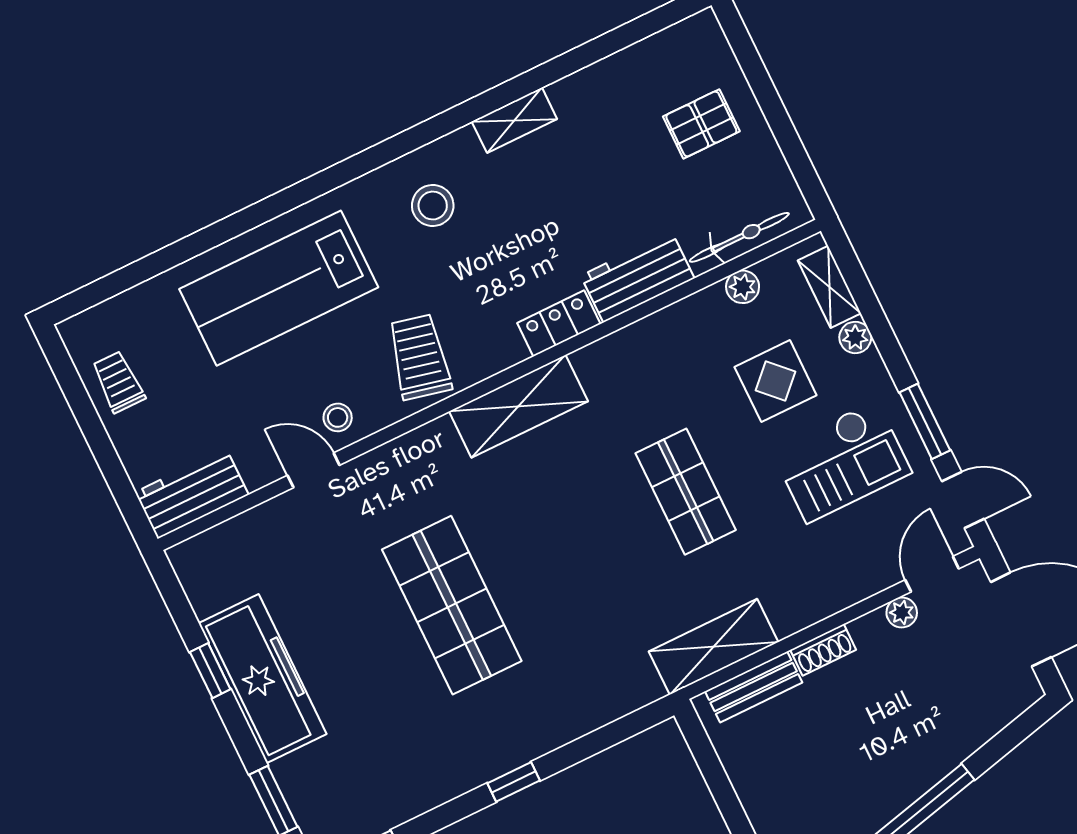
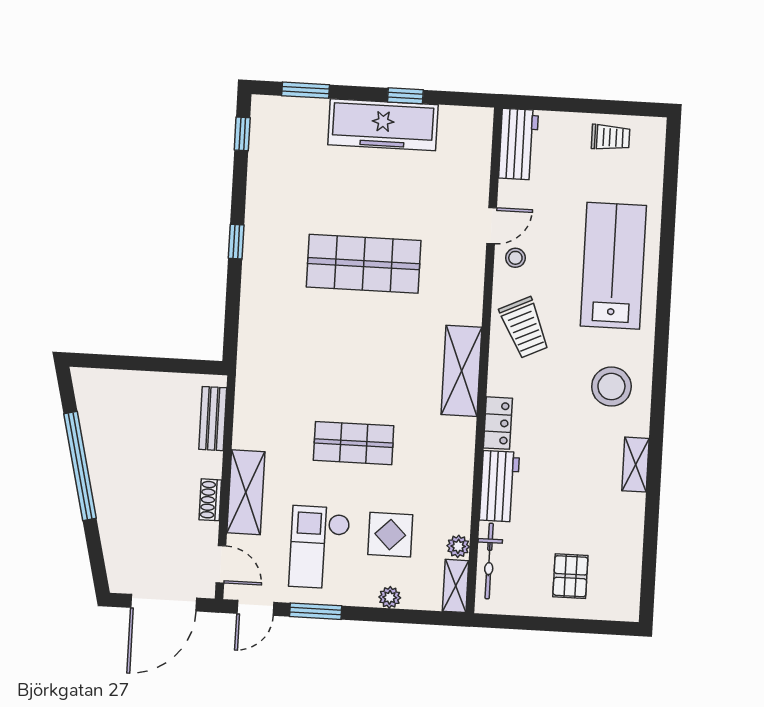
stool: (433, 206) -> (611, 387), width x1.38, depth x1.38
shelving: (829, 287) -> (456, 586), moved, turned 90
trolley: (419, 357) -> (524, 328), turned 52
plant: (902, 613) -> (208, 533), removed
shelving: (713, 647) -> (246, 492), moved
shoe rack: (823, 650) -> (210, 500), moved

